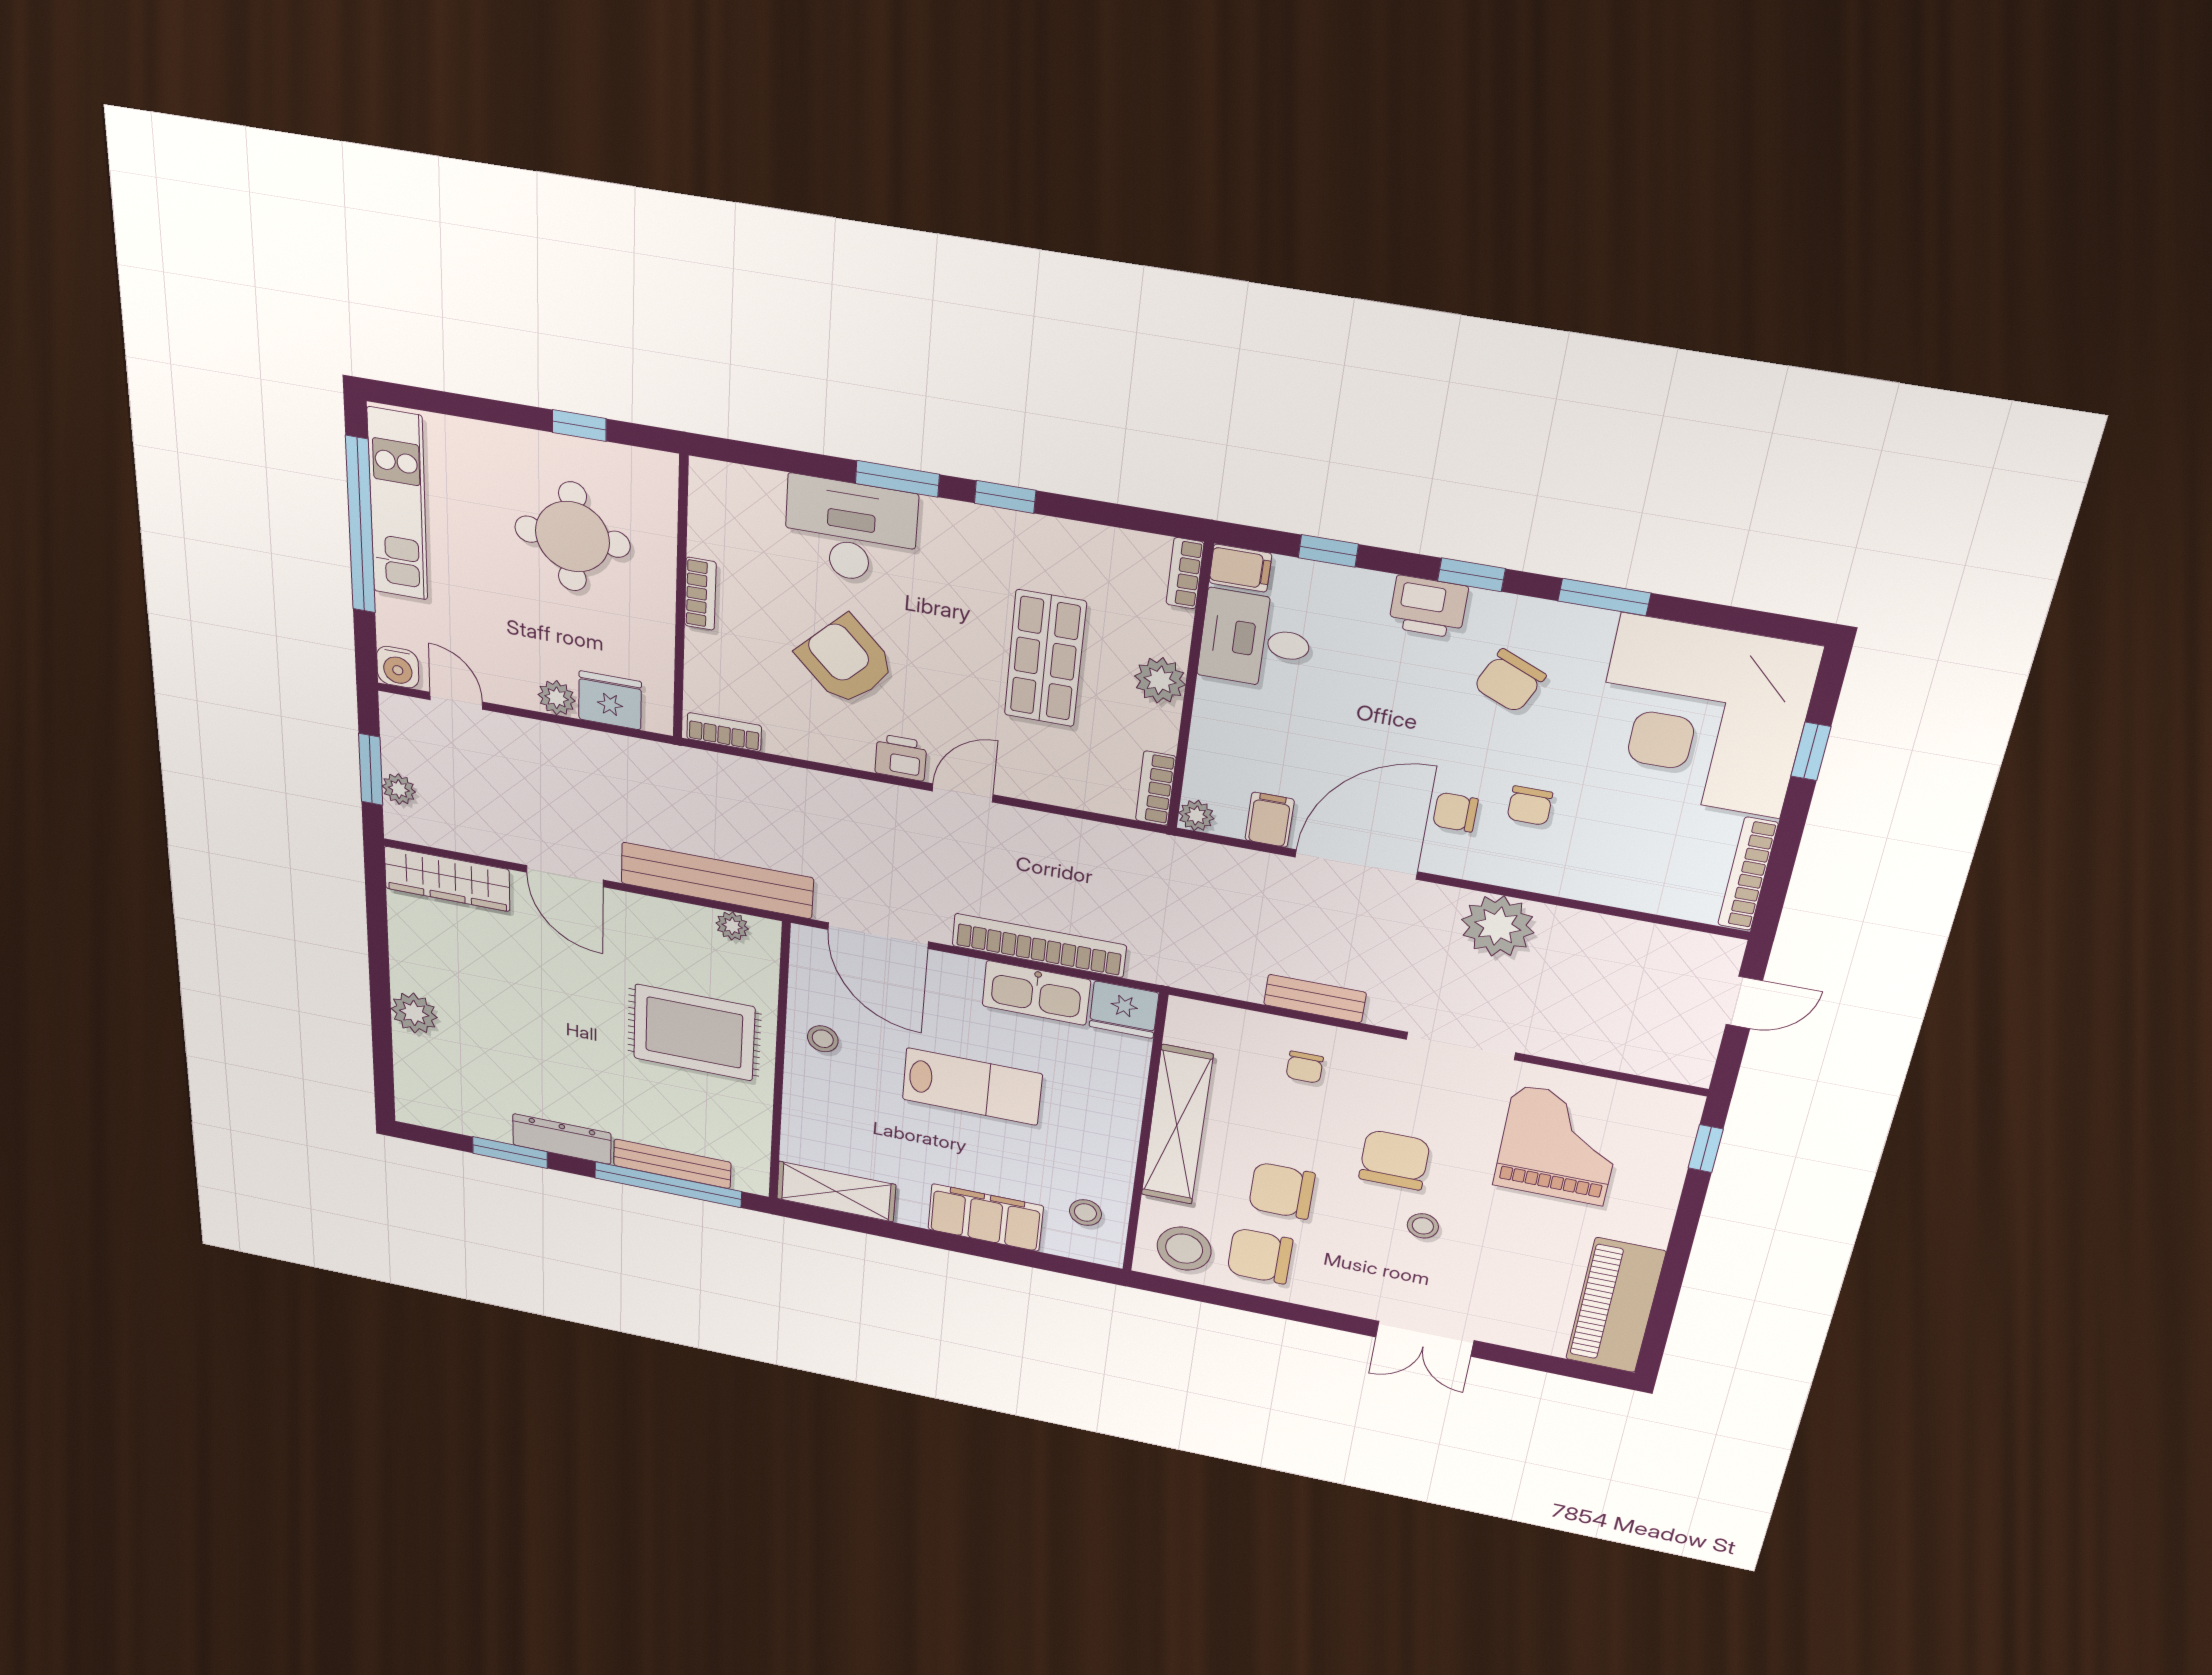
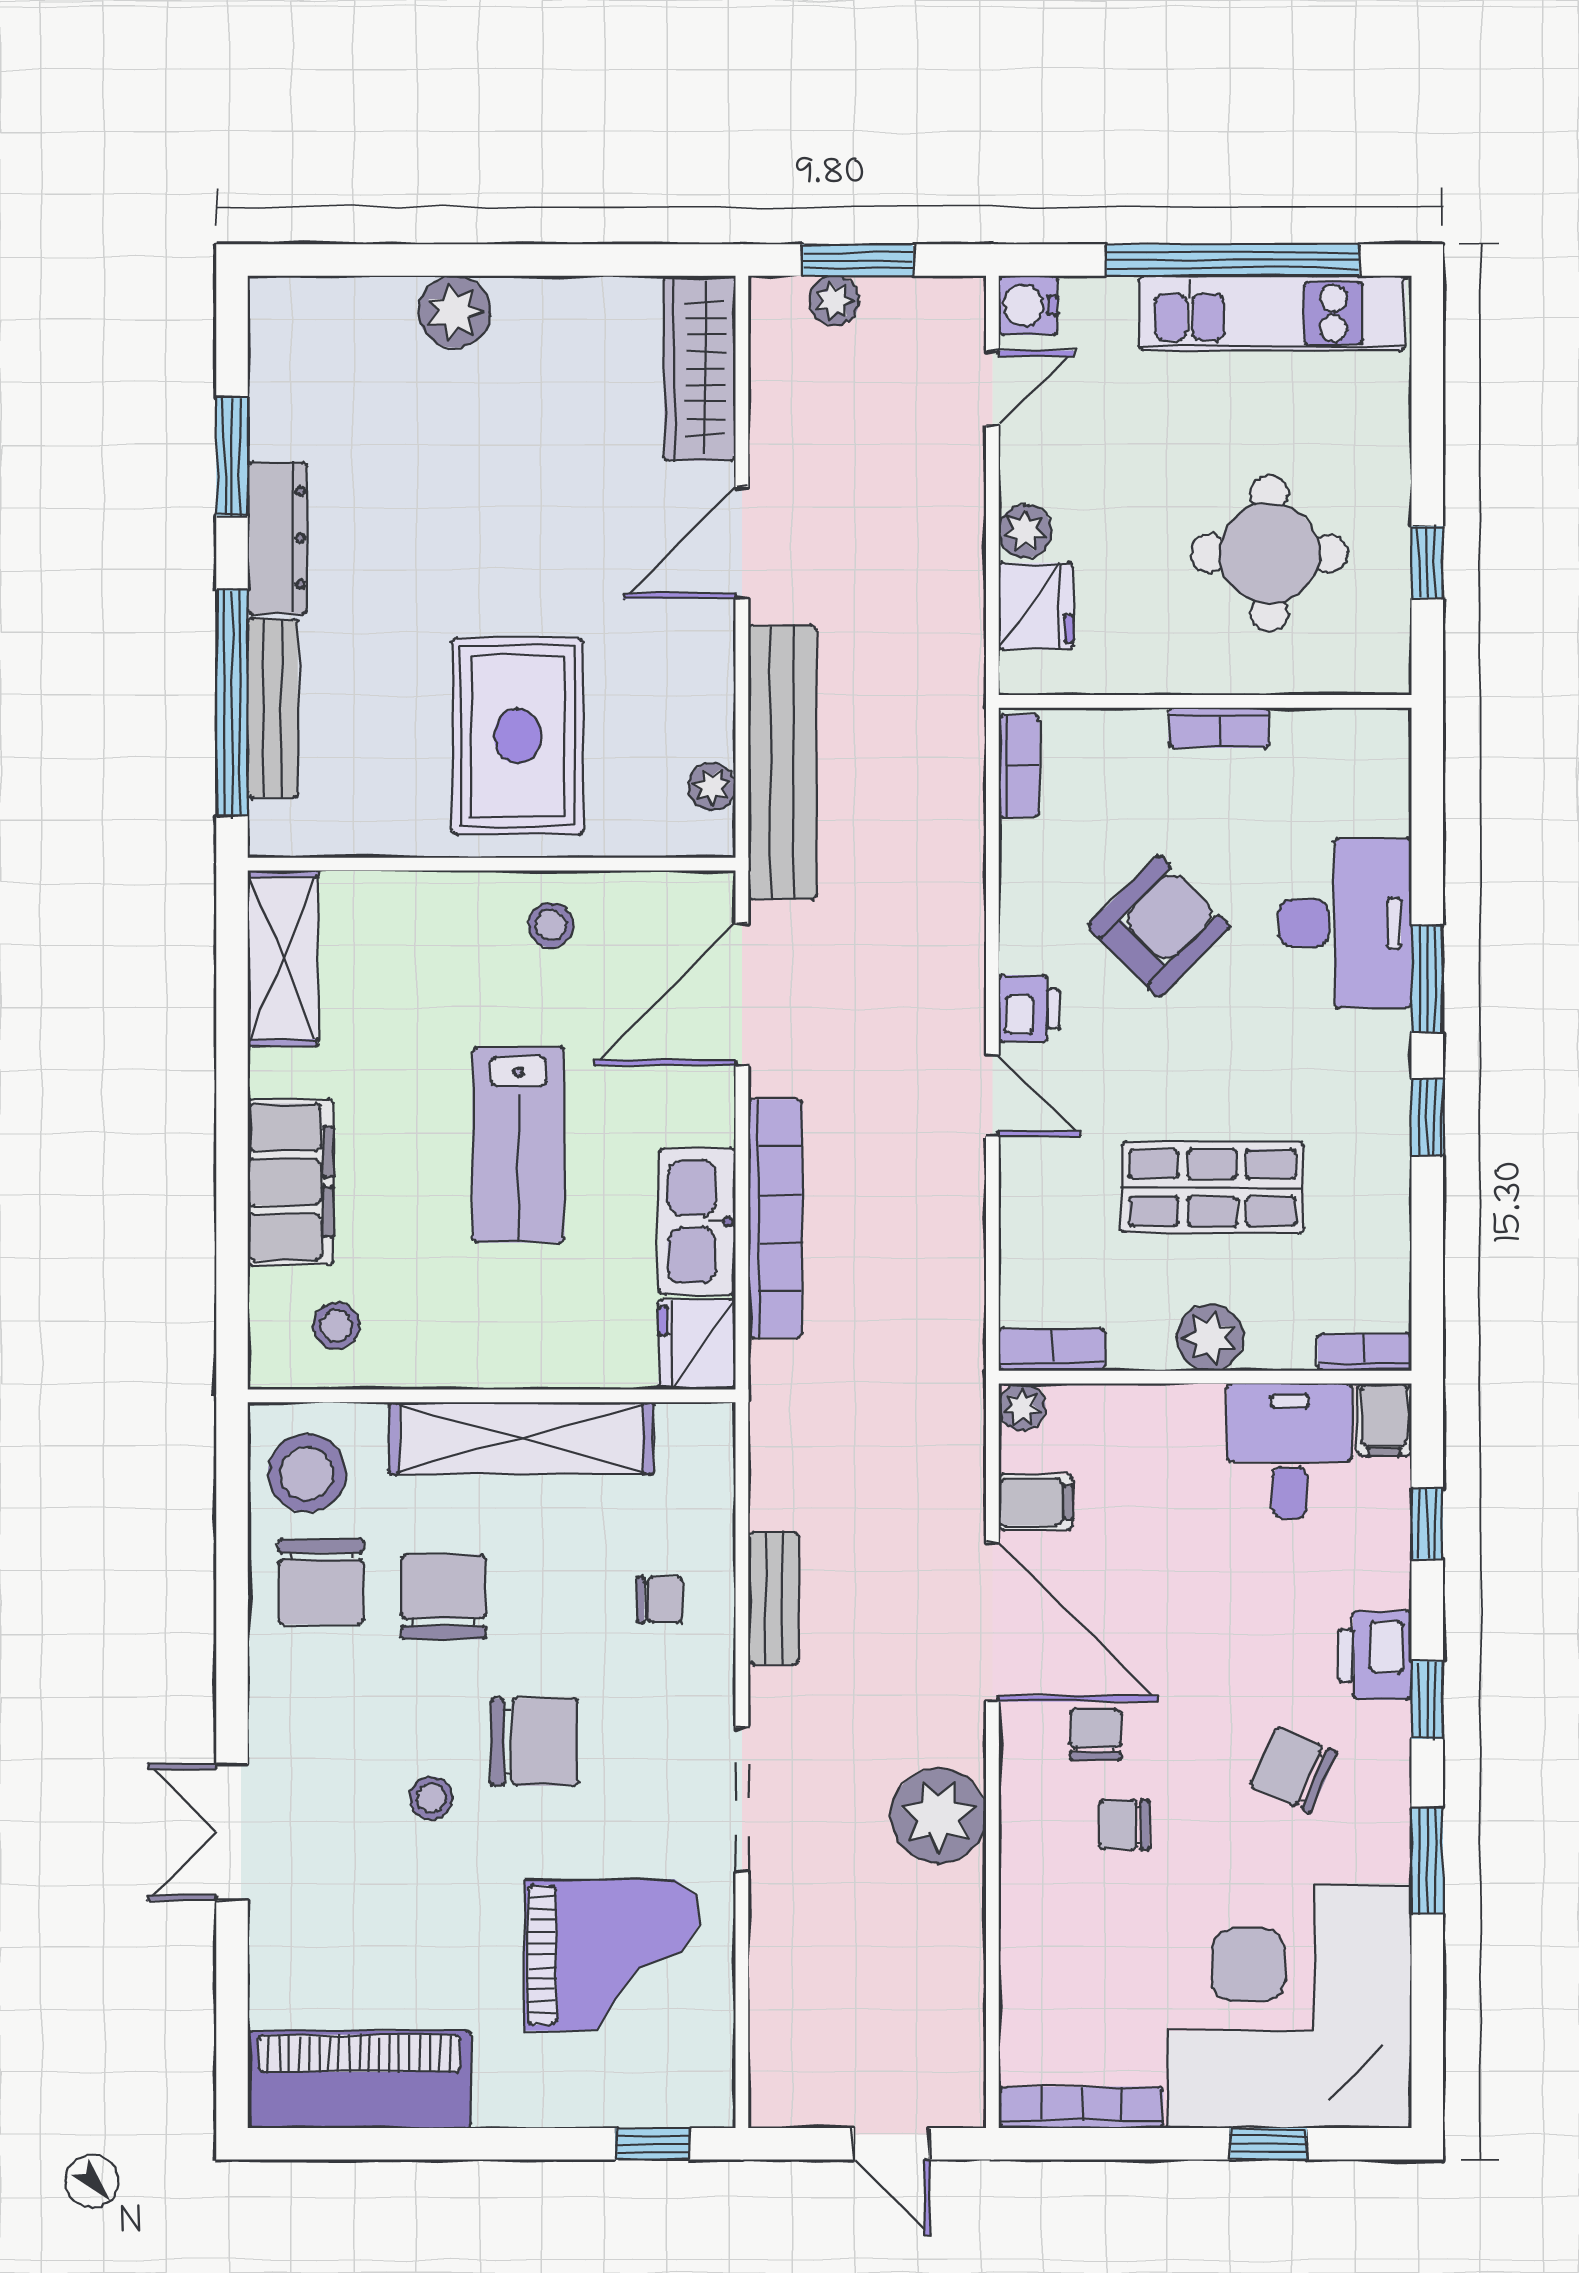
chair: (1305, 1067) -> (660, 1600), turned 180
chair: (1260, 1256) -> (321, 1582), turned 180

